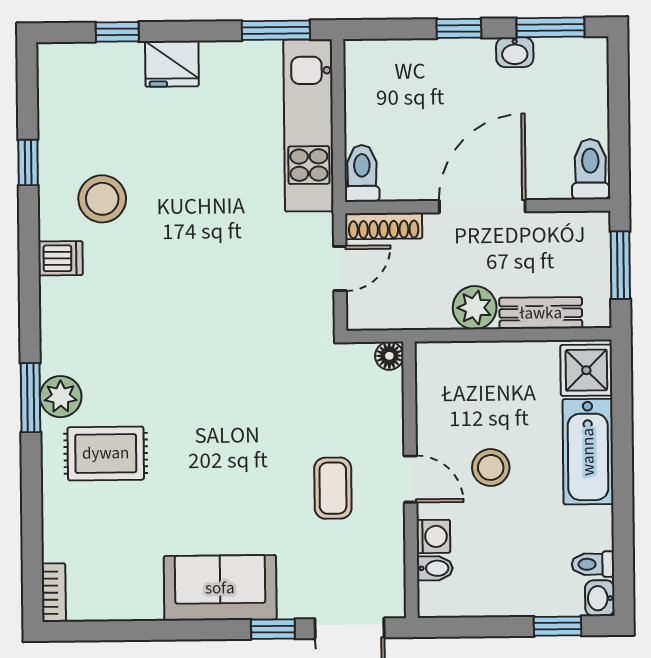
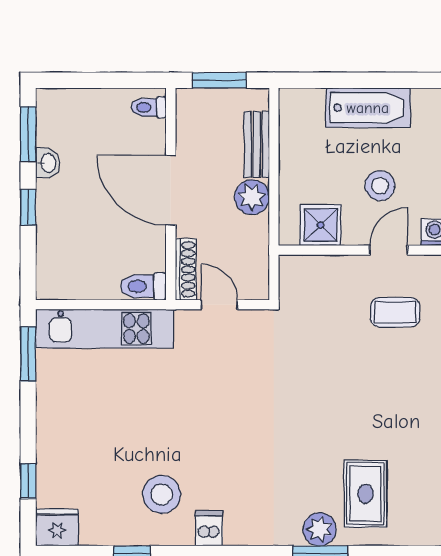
fridge: (172, 64) -> (57, 528), moved, turned -90
toilet: (590, 169) -> (149, 107), width x0.73, depth x0.72
floor lamp: (389, 356) -> (290, 266), removed
shower: (586, 370) -> (320, 225), moved

